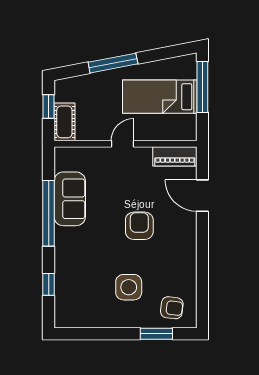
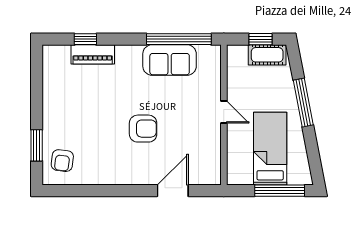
cot: (64, 122) -> (267, 55), moved
piano: (175, 156) -> (93, 54), moved, turned -90
window: (49, 213) -> (179, 39), moved
side table: (129, 287) -> (83, 118), removed

